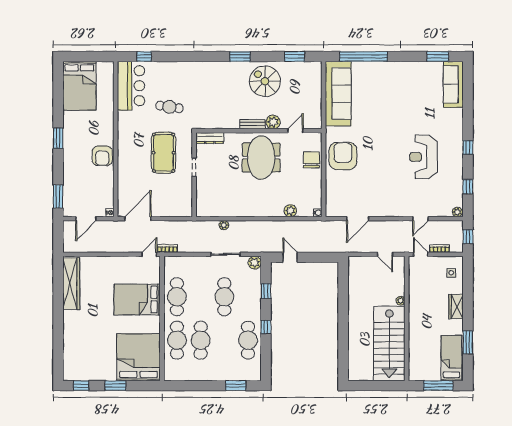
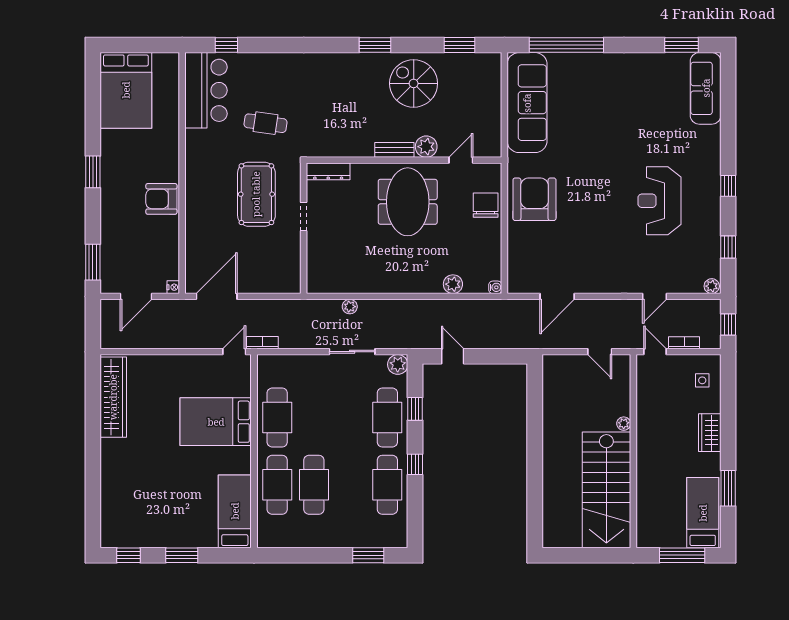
armchair: (102, 156) -> (161, 199), turned 90
cafe table: (224, 297) -> (387, 417), moved
bed: (139, 357) -> (235, 511), width x0.49

